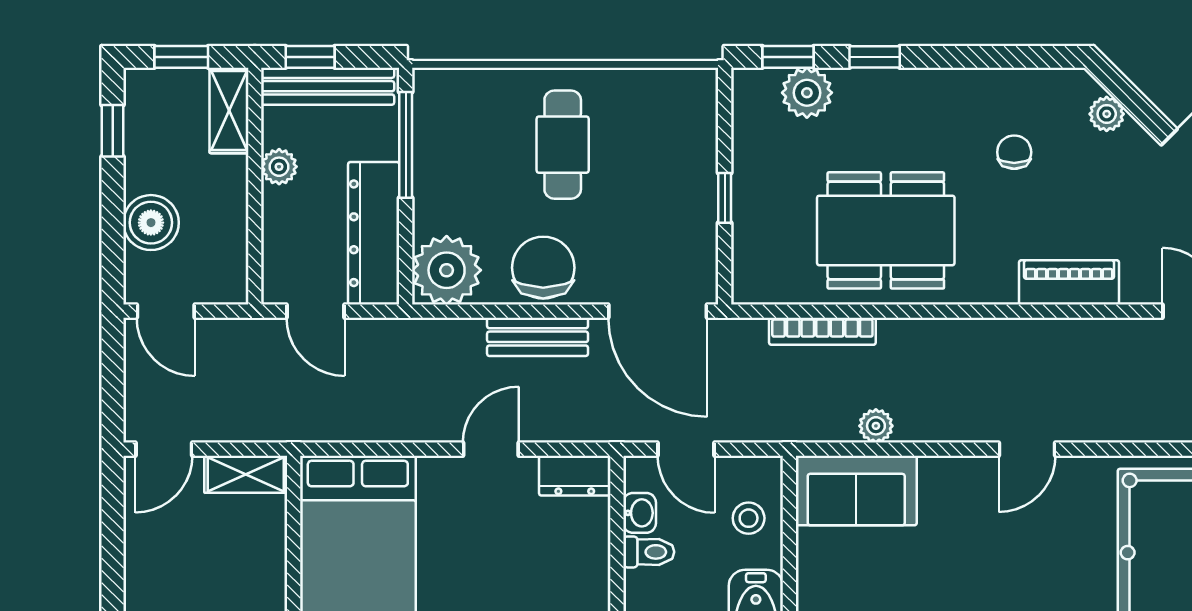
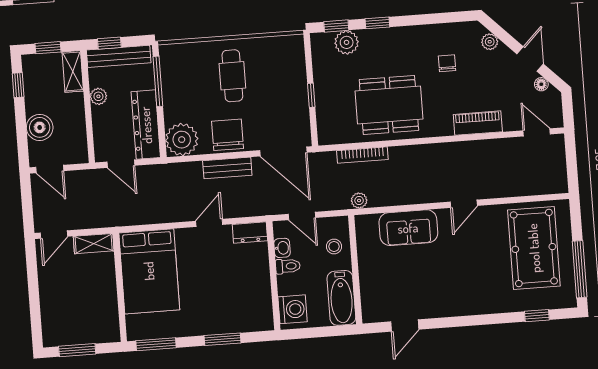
plant: (876, 426) -> (359, 201), moved
sofa: (856, 491) -> (408, 228), moved

